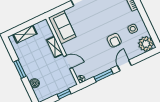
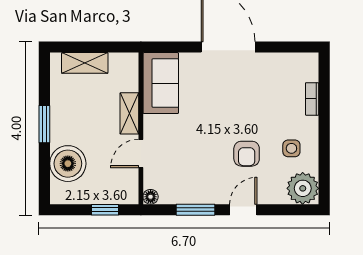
door: (68, 62) -> (141, 153), swing flipped
boiler: (35, 83) -> (68, 164), width x1.86, depth x1.86

